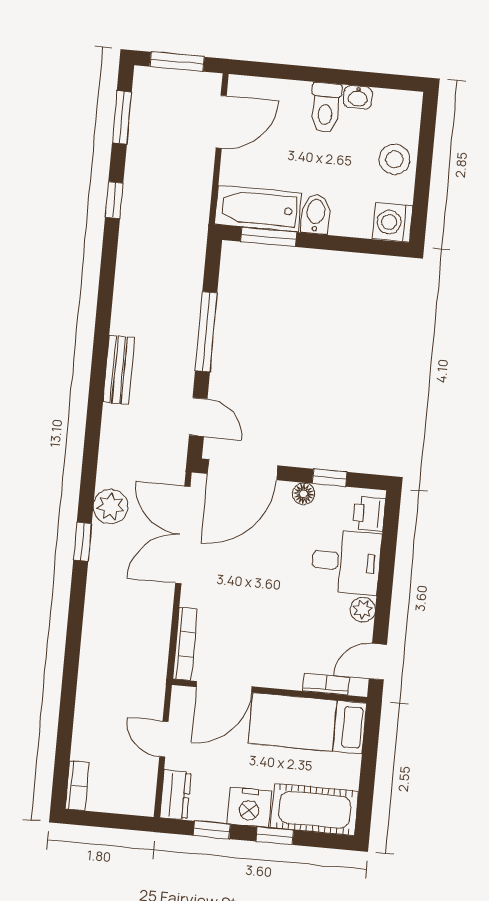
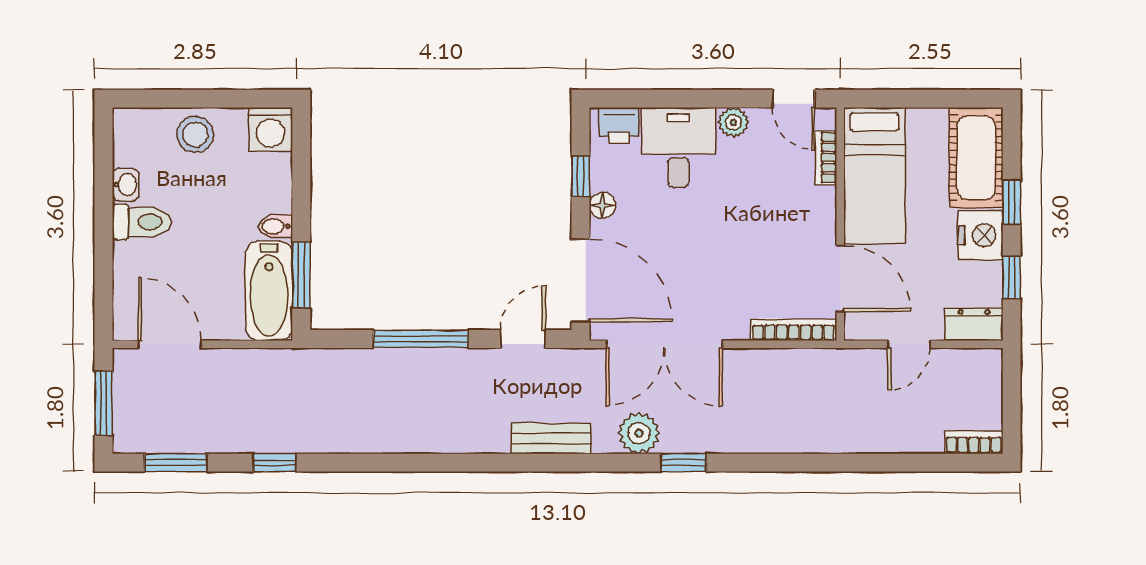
bidet: (316, 214) -> (275, 226), width x0.72, depth x0.74
bench: (119, 370) -> (551, 438), moved

